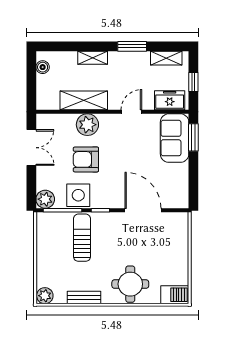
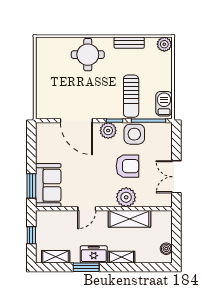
freezer: (170, 100) -> (94, 254), moved, turned 180
plant: (45, 199) -> (108, 131), moved
barbecue: (175, 295) -> (164, 104), moved, turned 90

